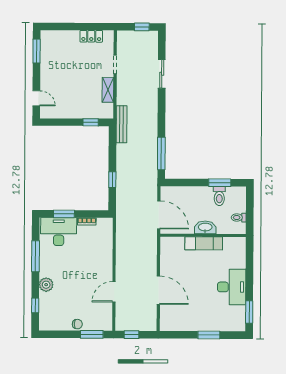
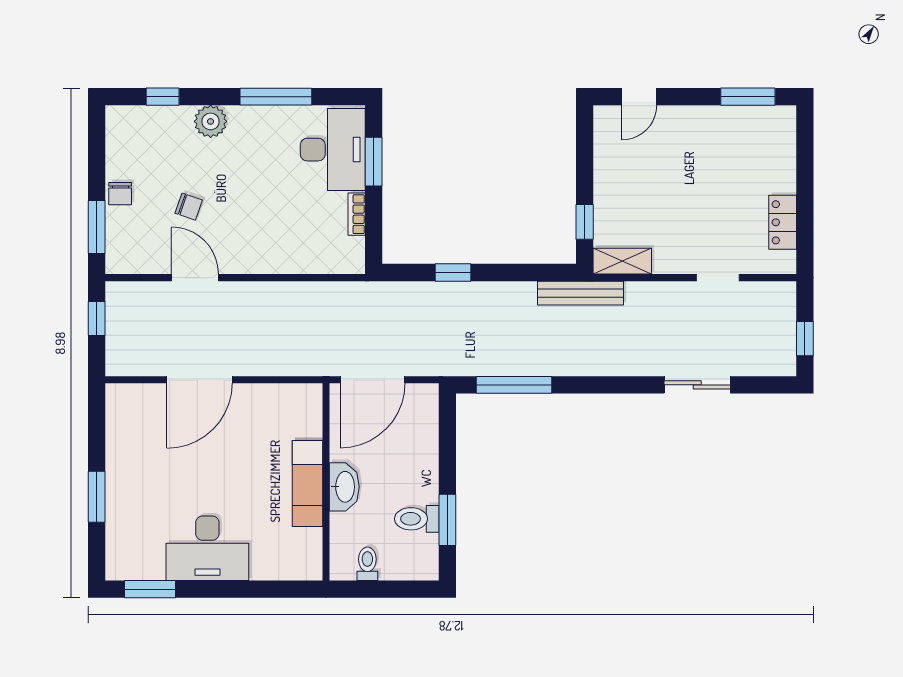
shelving: (108, 90) -> (622, 261), moved
chair: (83, 294) -> (189, 207), added

